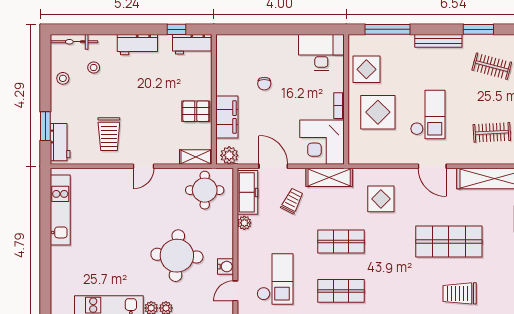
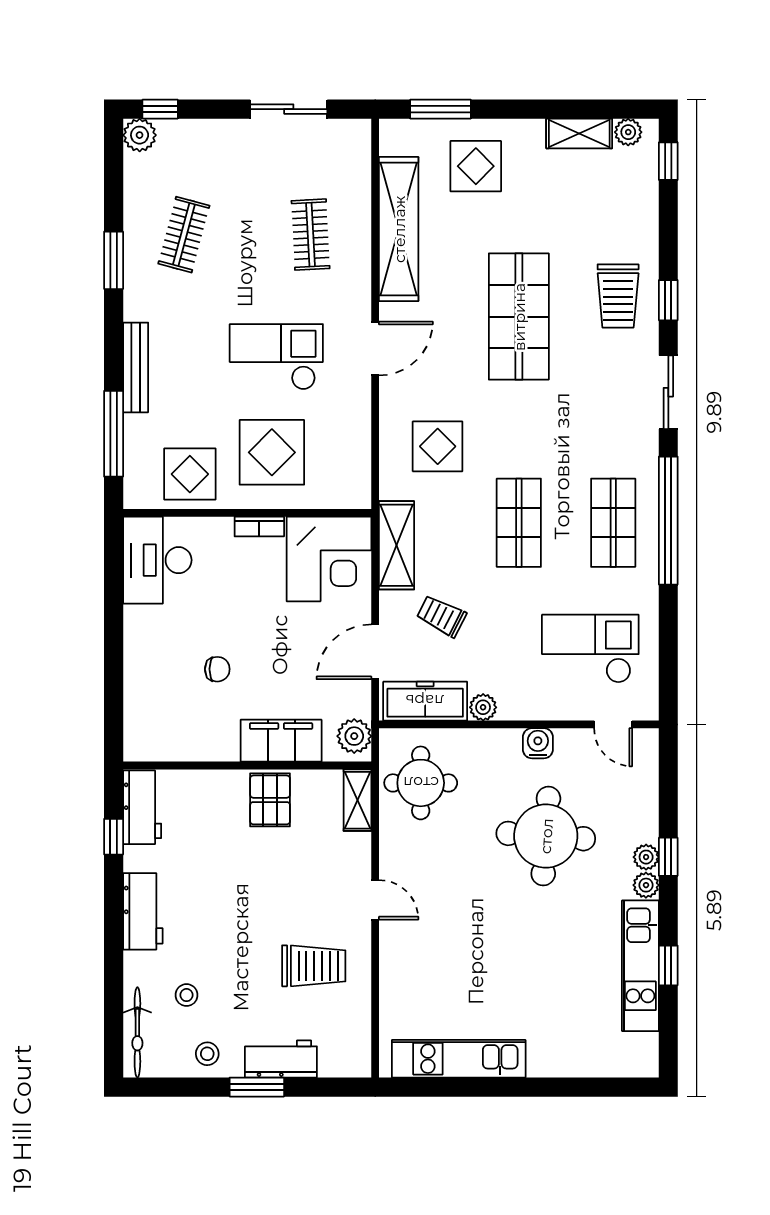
bench: (438, 41) -> (136, 367), moved
window: (45, 126) -> (257, 1087), moved
workbench: (60, 142) -> (281, 1059), moved
water cooler: (225, 267) -> (538, 743), moved

